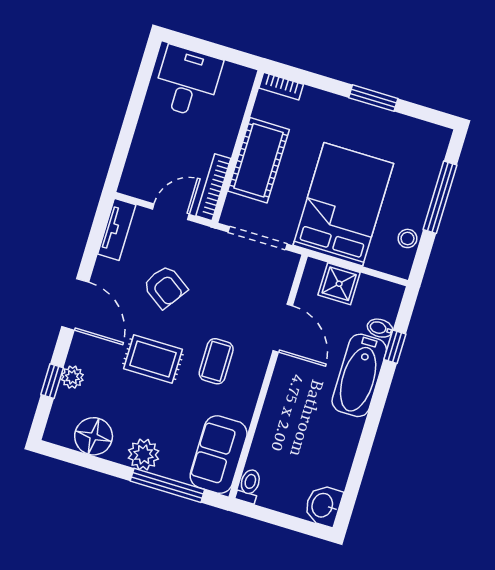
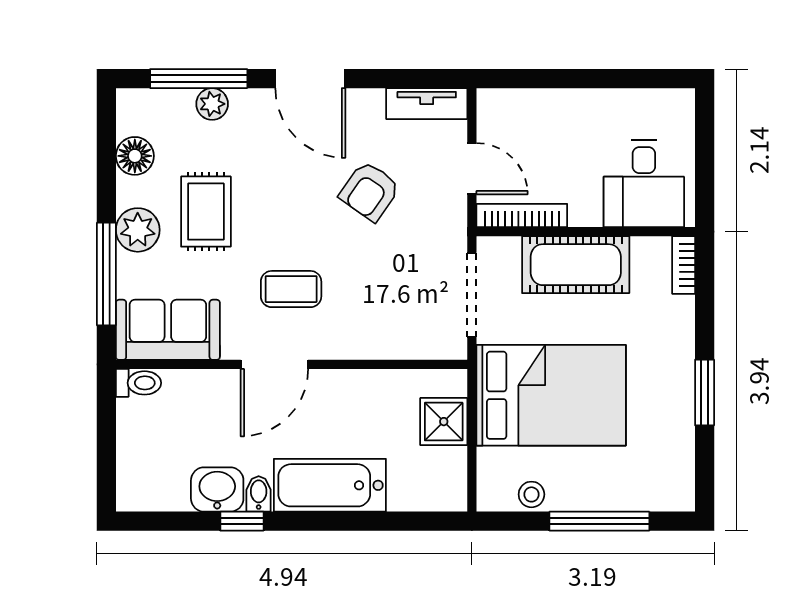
desk: (187, 82) -> (644, 184), moved, turned 90
door: (75, 304) -> (310, 79), hinge flipped
door: (283, 328) -> (274, 364), moved
bidet: (380, 328) -> (259, 494), moved
window: (395, 347) -> (242, 521), moved
rug: (153, 359) -> (206, 212), moved
window: (52, 381) -> (199, 79), width x2.17
floor lamp: (94, 436) -> (135, 156), width x0.73, depth x0.73
washbasin: (323, 505) -> (217, 489), moved

